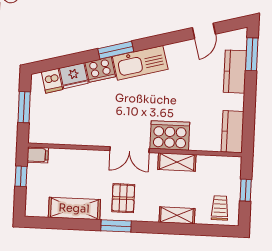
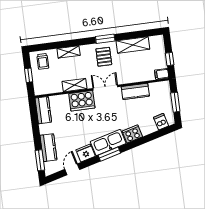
window: (116, 50) -> (109, 154), moved
fridge: (74, 76) -> (86, 153), moved
kitchen counter: (84, 135) -> (135, 91), added

